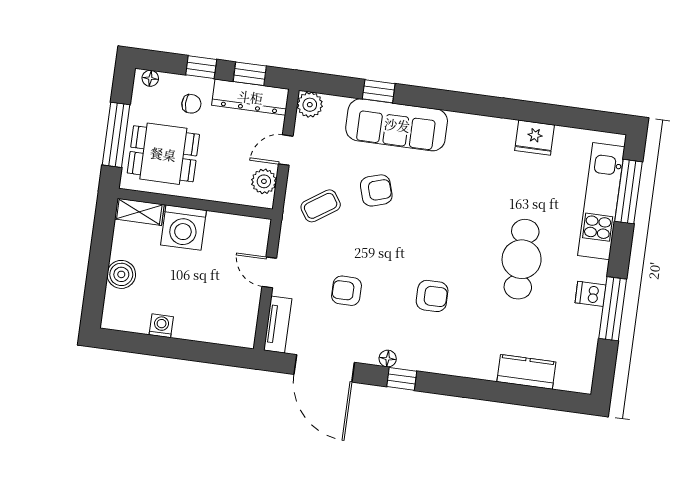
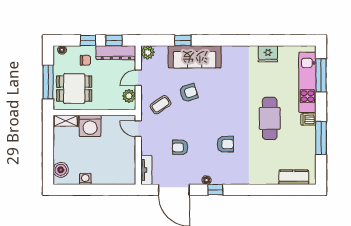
door: (269, 272) -> (138, 129), moved
boiler: (121, 274) -> (61, 170), moved
dishwasher: (591, 294) -> (308, 119), moved
kitchen counter: (526, 372) -> (294, 177), moved

